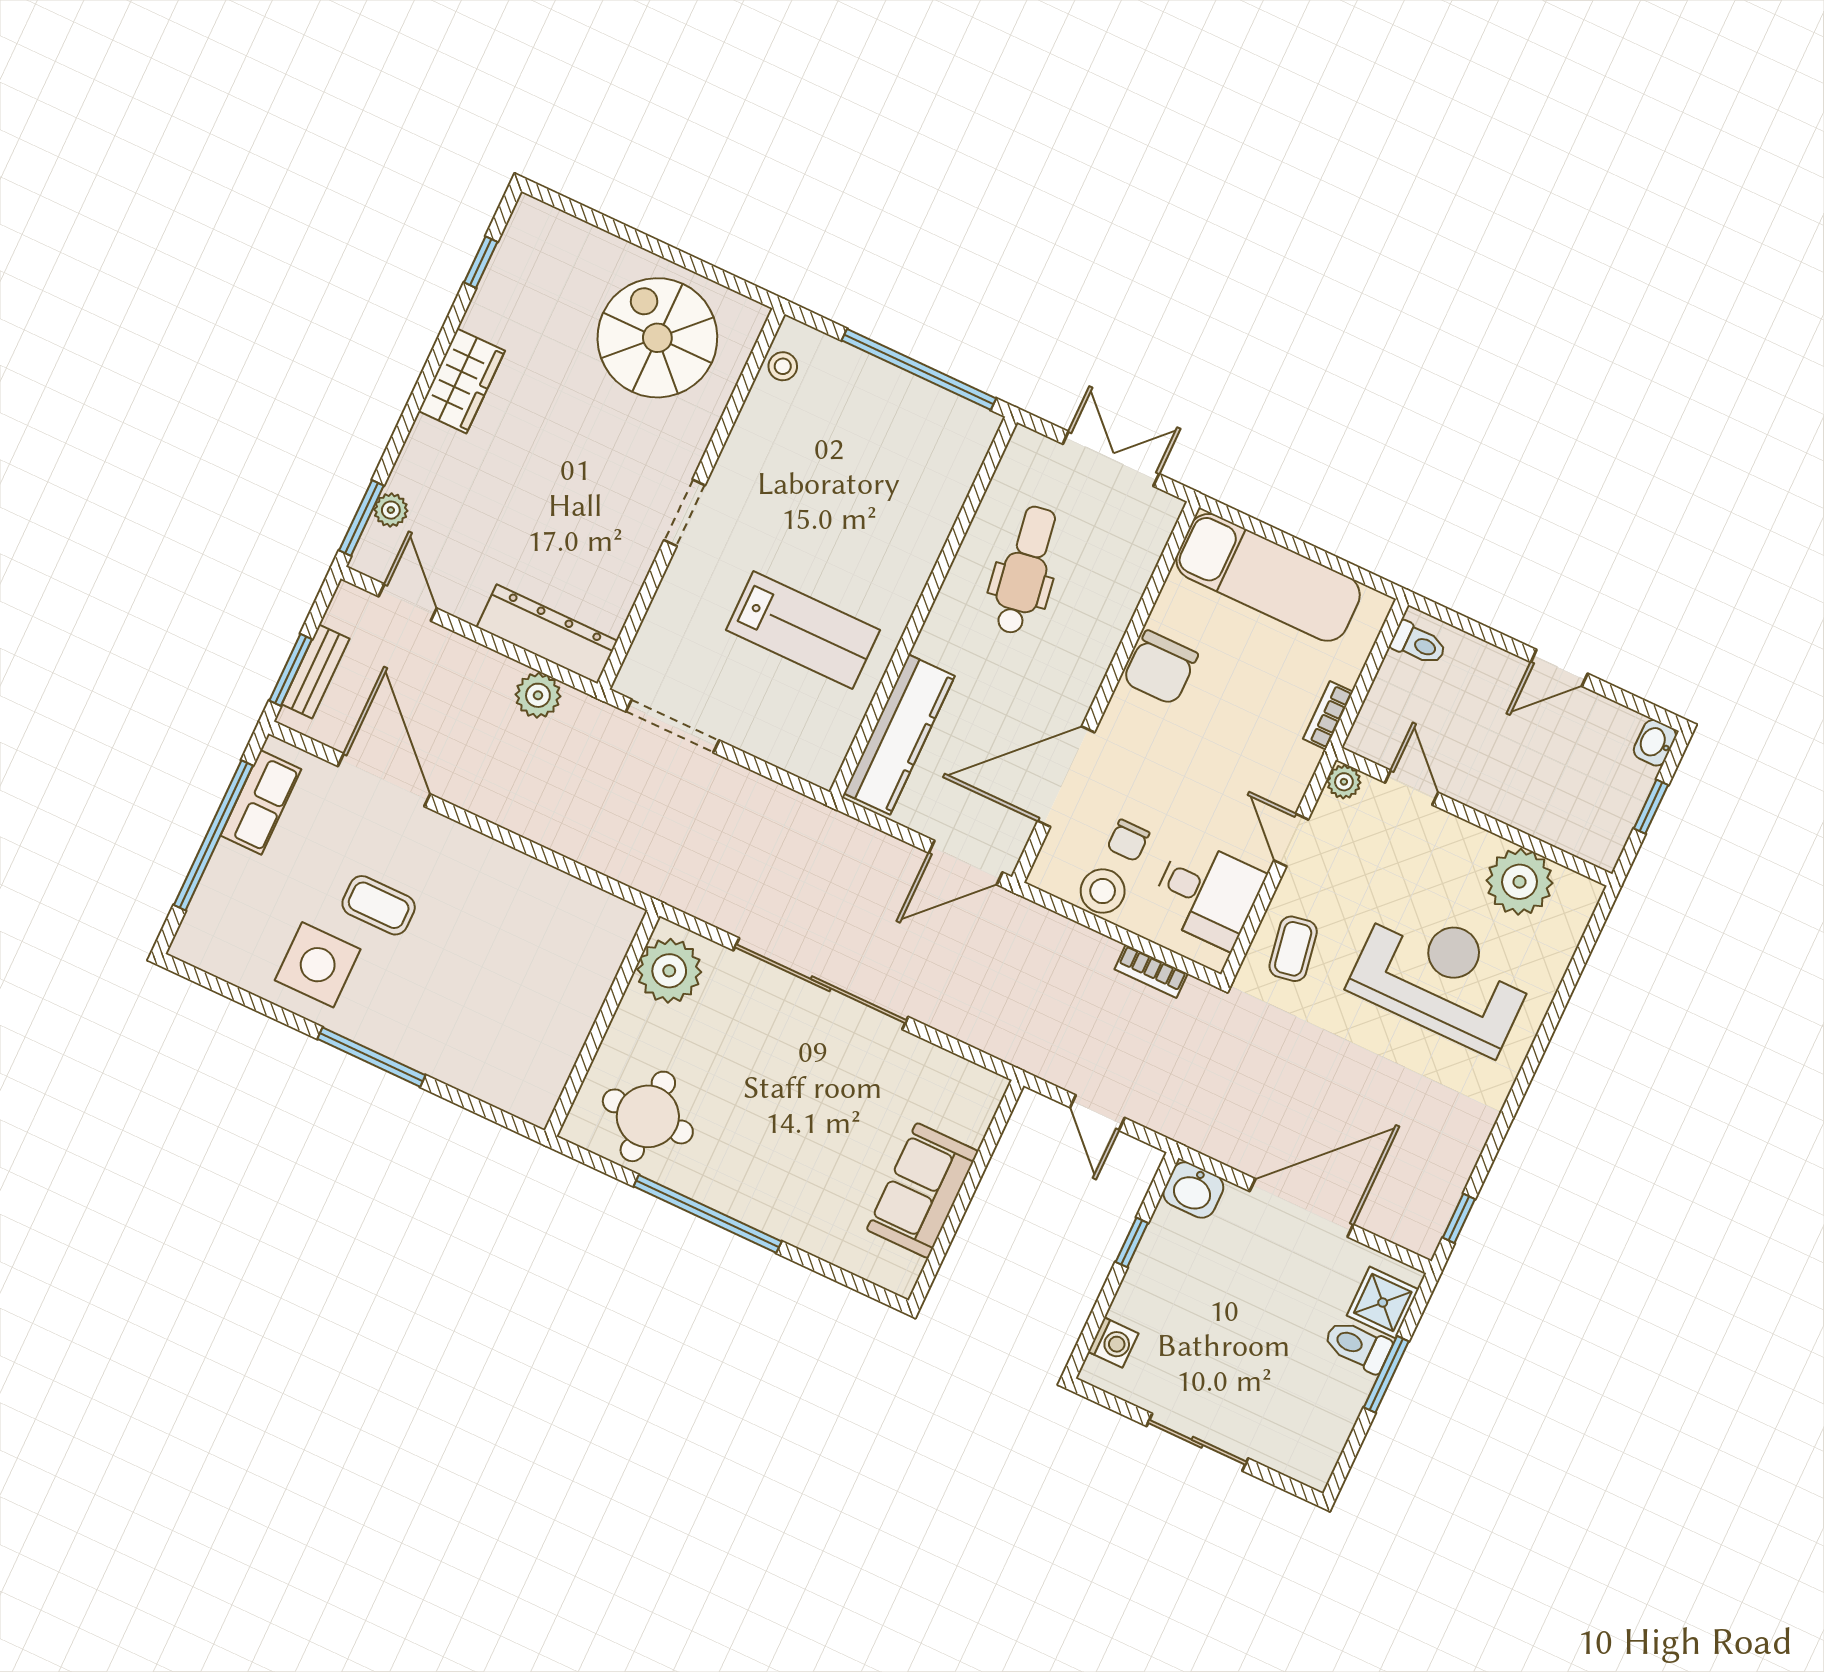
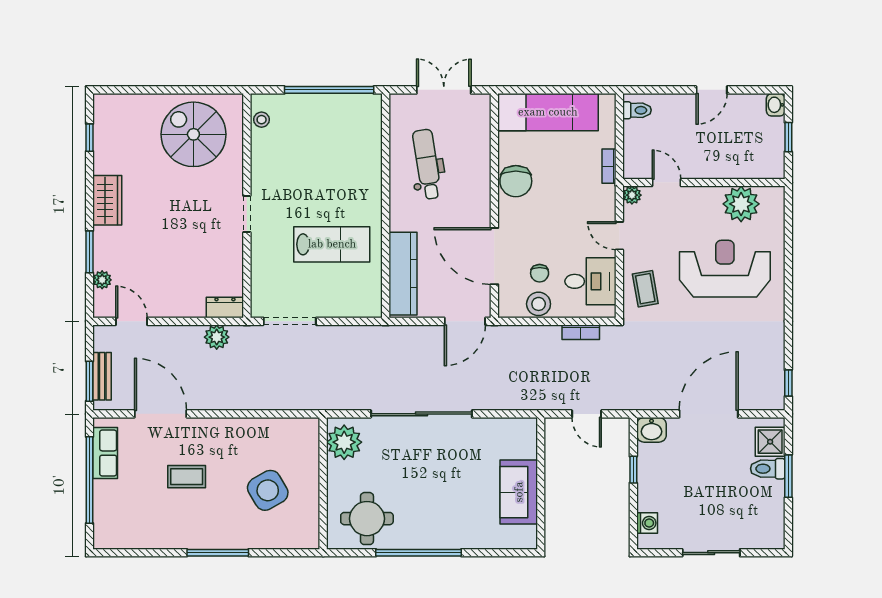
window: (361, 518) -> (90, 252), moved
dresser: (547, 634) -> (225, 307), width x0.51, depth x0.80
door: (1066, 777) -> (494, 256), hinge flipped
side table: (318, 965) -> (268, 490), moved, turned -30

